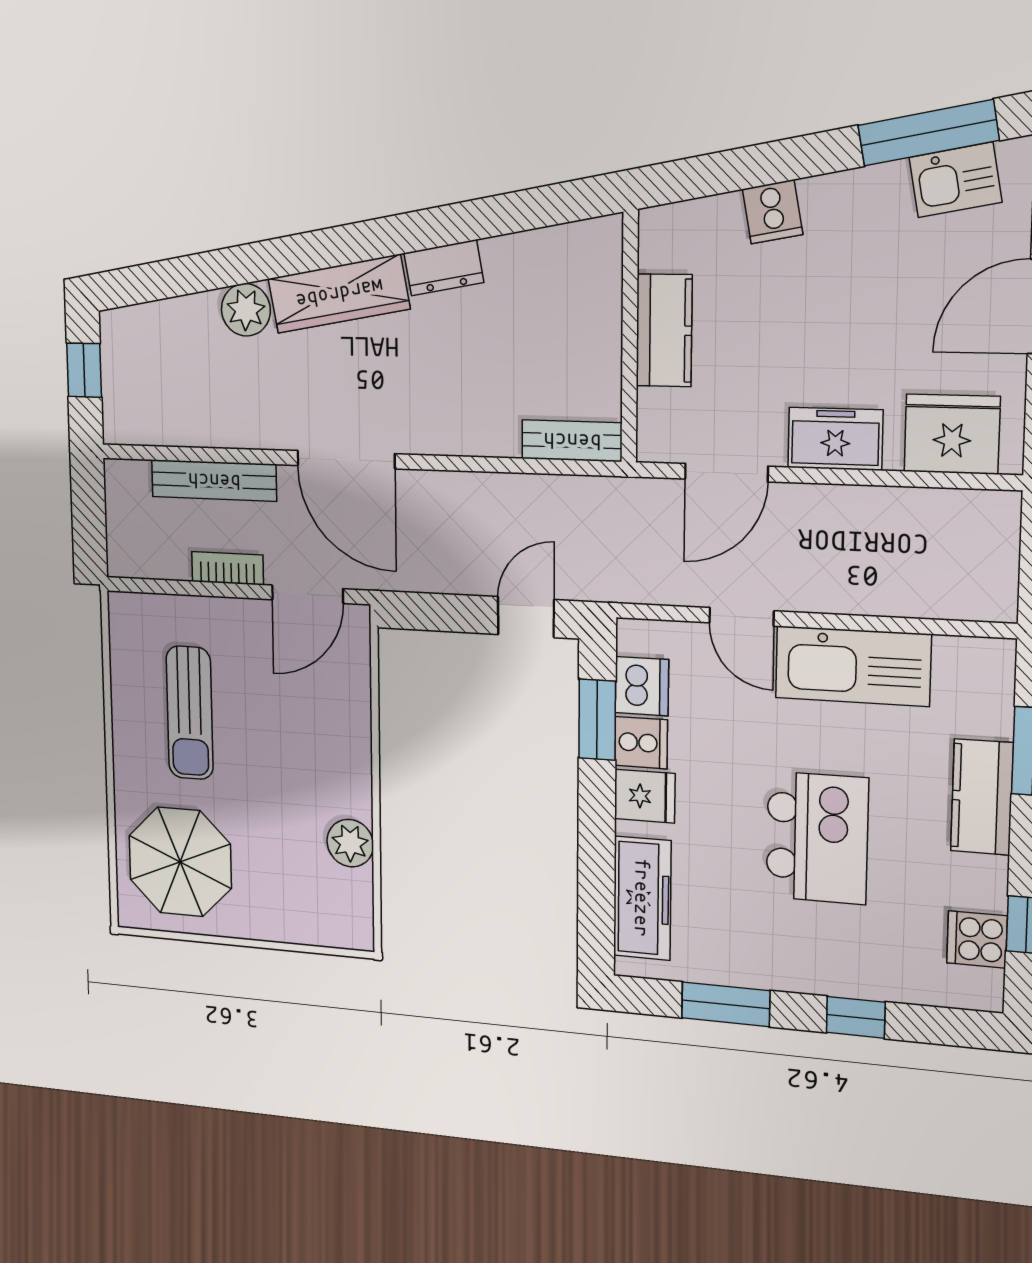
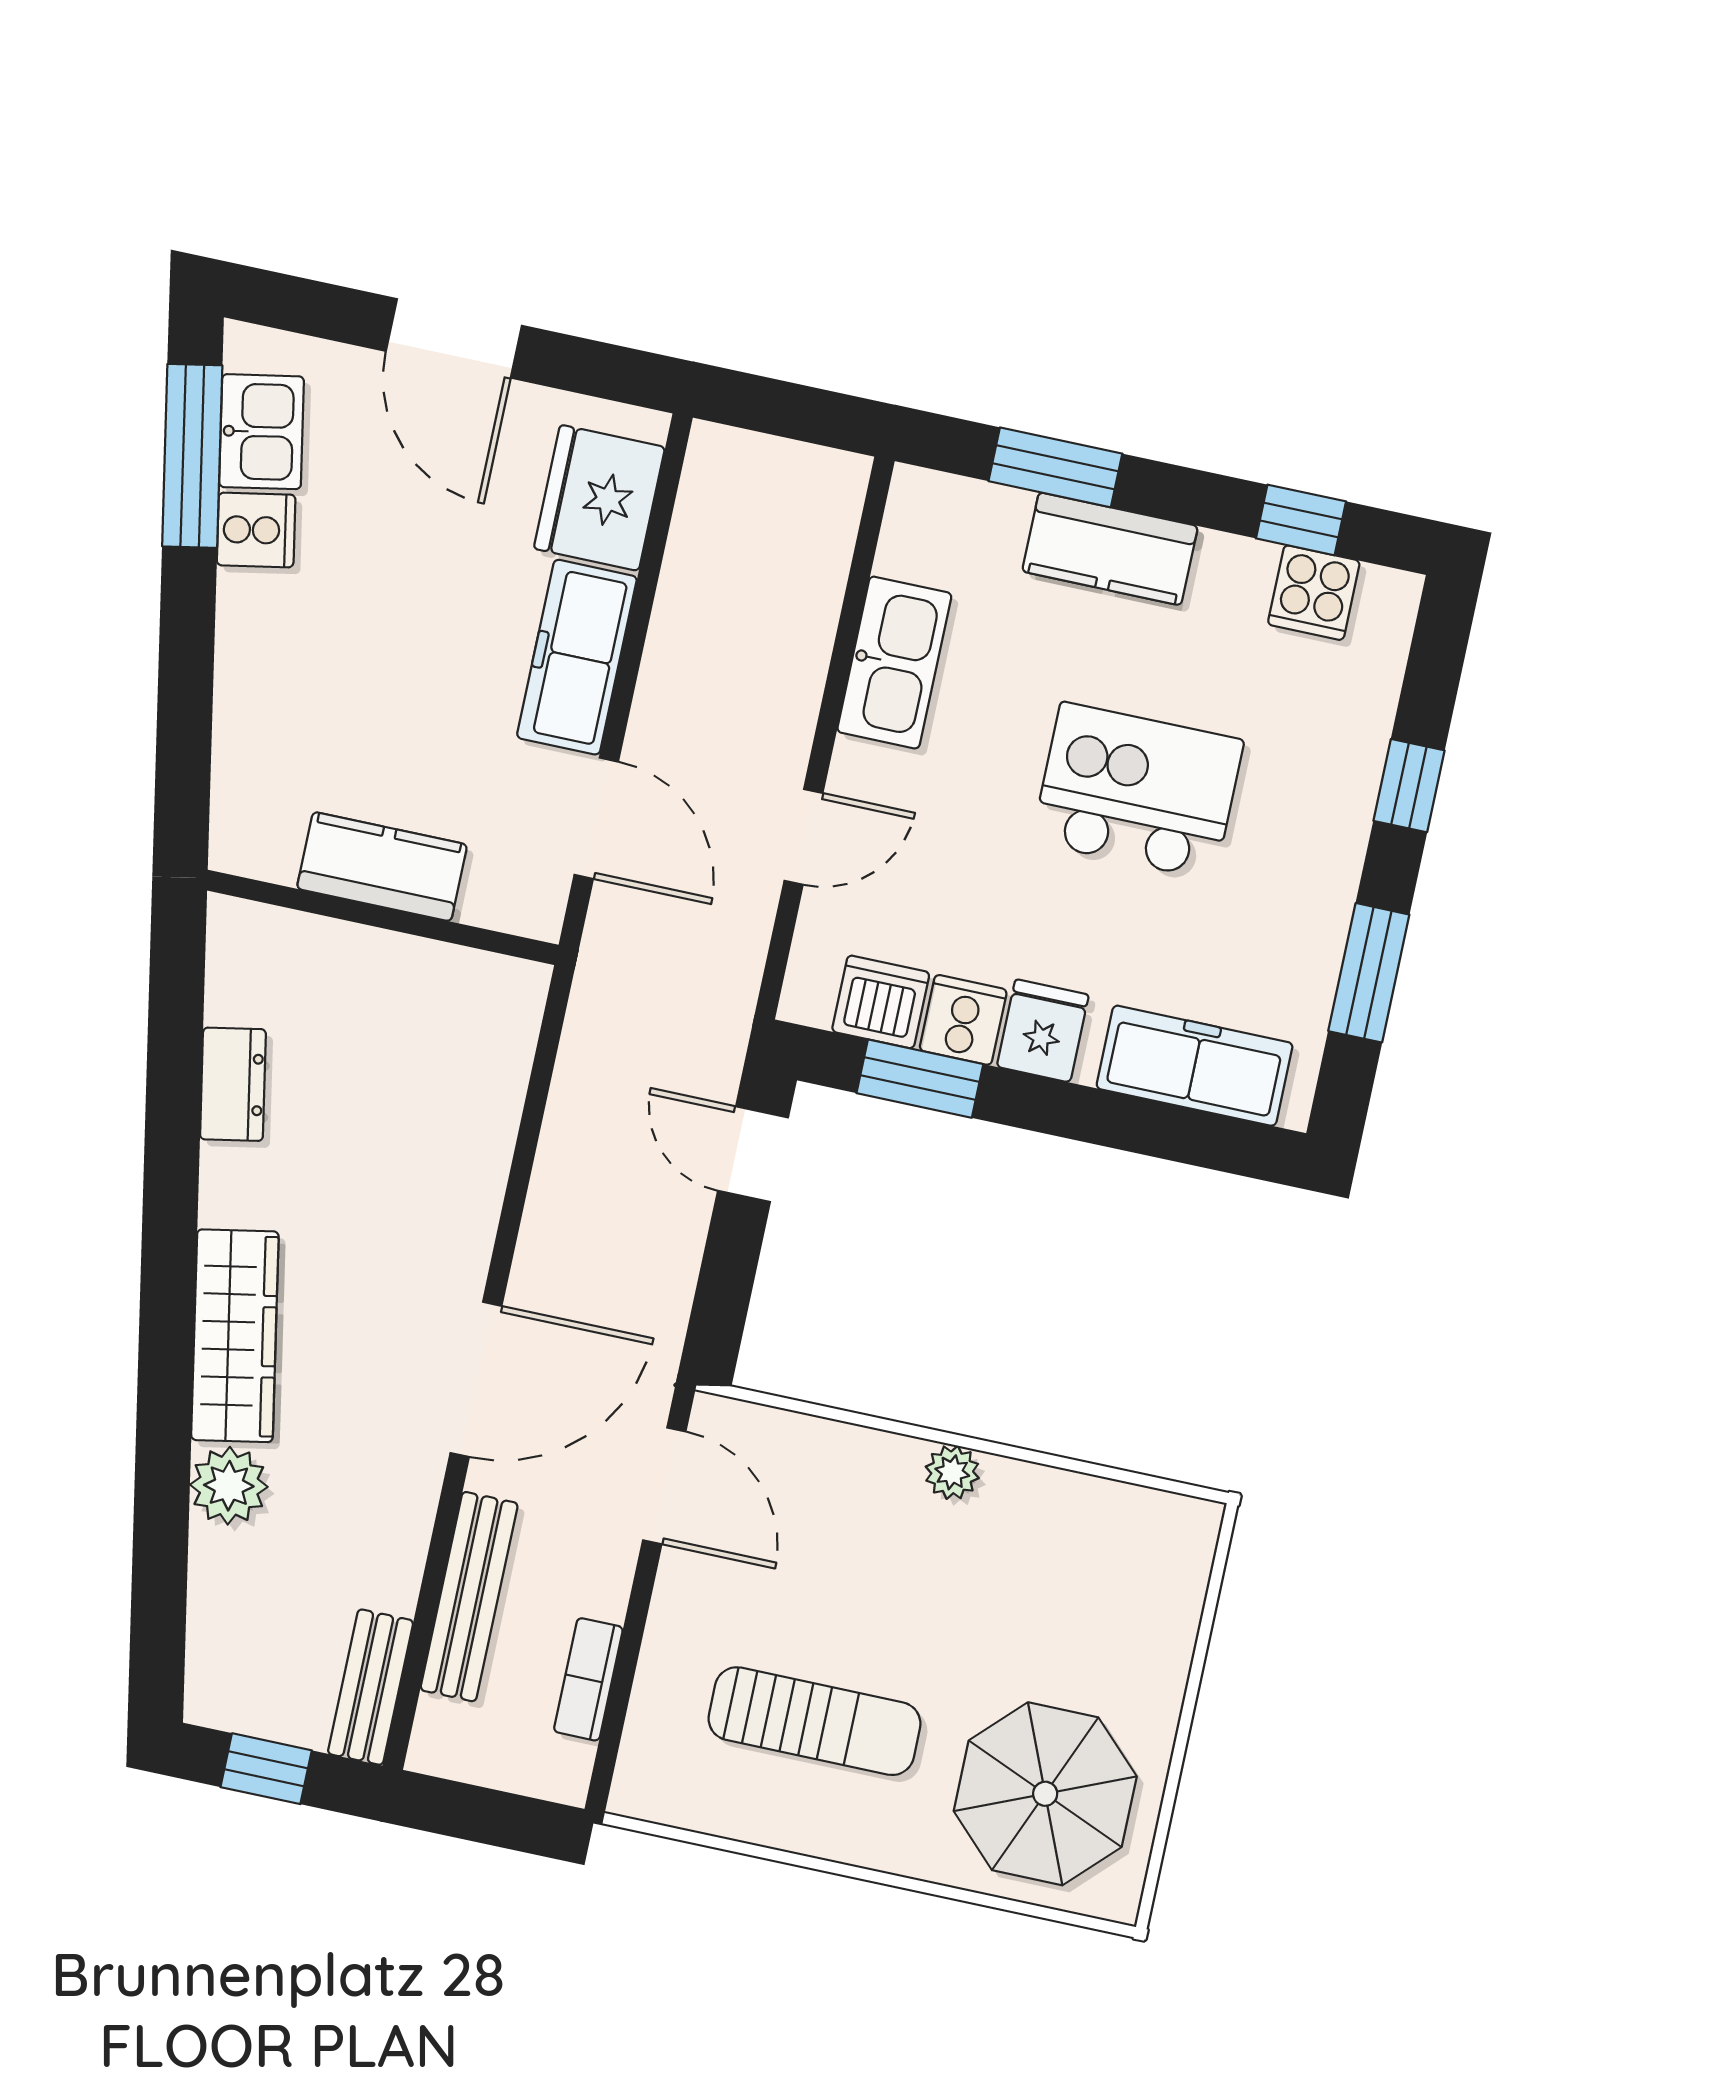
cooker: (773, 212) -> (256, 530), moved
dresser: (444, 268) -> (233, 1084), moved
freezer: (835, 439) -> (577, 657), width x1.40
bench: (572, 441) -> (371, 1687), moved
bookcase: (227, 568) -> (588, 1679), moved
kitchen sink: (853, 666) -> (894, 663), width x0.73, depth x0.81
plant: (350, 843) -> (952, 1472), moved, width x0.73, depth x0.73

